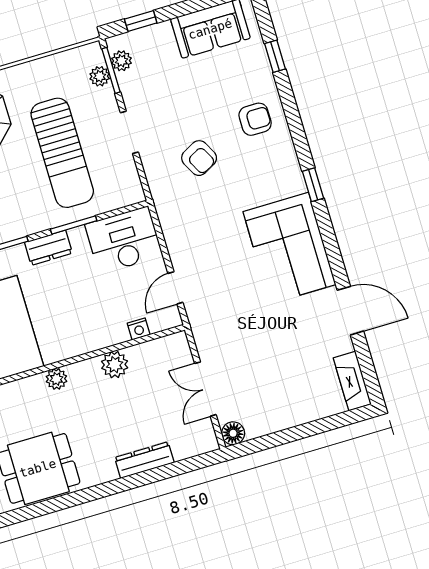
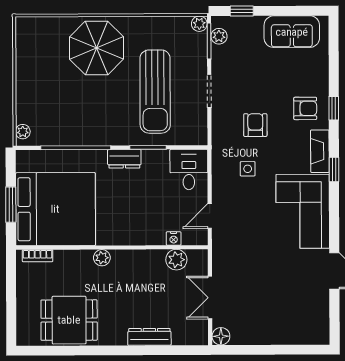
window: (275, 56) -> (334, 108), moved
plant: (100, 76) -> (199, 24), moved
armchair: (199, 158) -> (255, 125), turned -152
side table: (205, 215) -> (248, 169), added
desk: (124, 240) -> (189, 170), width x0.73
plant: (115, 365) -> (176, 260), moved
fireplace: (352, 381) -> (320, 151), moved

